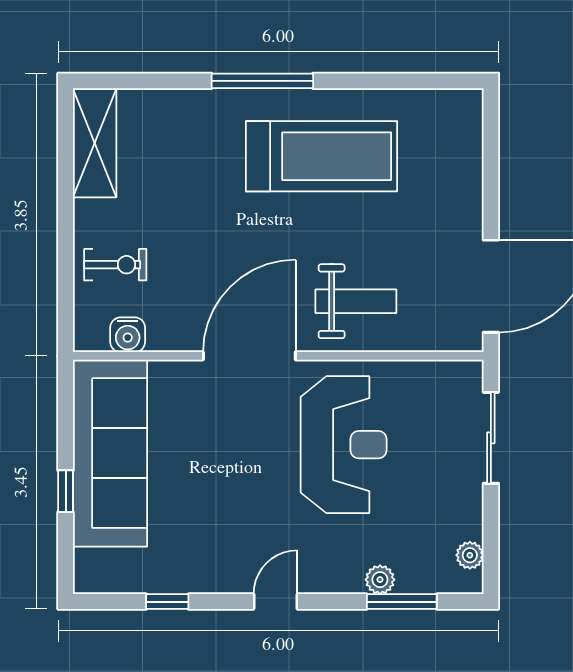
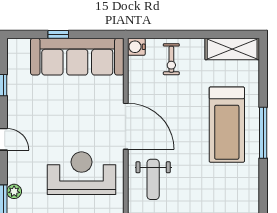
treadmill: (322, 156) -> (227, 125), moved
water cooler: (128, 335) -> (136, 47), moved
reception desk: (344, 445) -> (81, 173), turned 180

